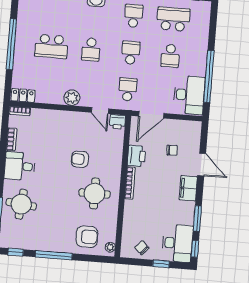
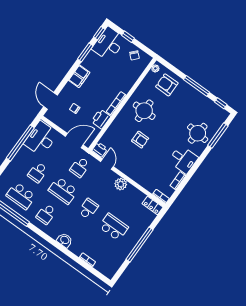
school desk: (131, 53) -> (63, 191), width x1.85
school desk: (170, 56) -> (38, 172), turned 180
door: (202, 164) -> (50, 101), moved

